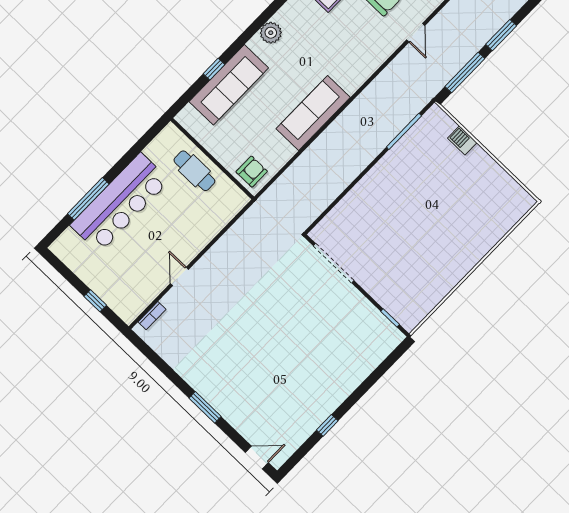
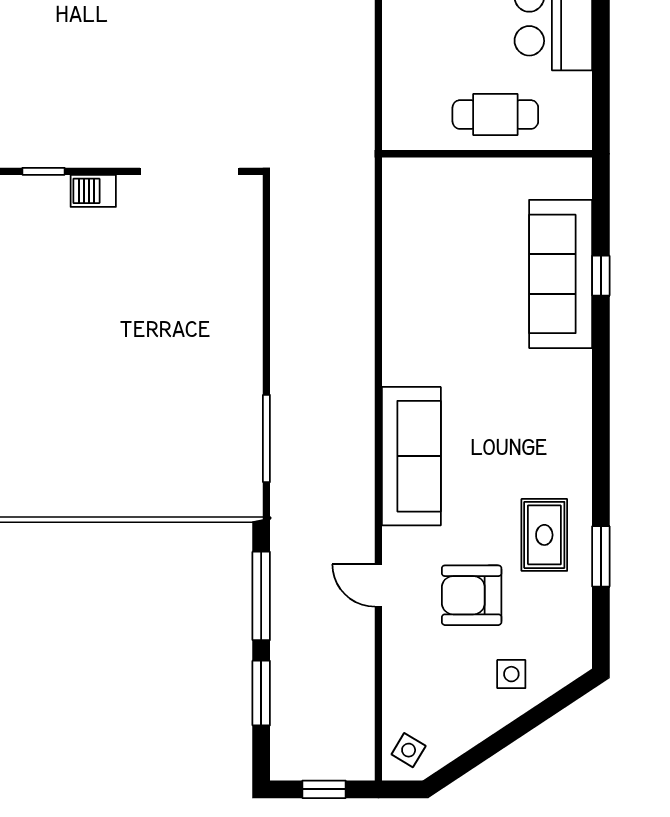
plant: (271, 33) -> (572, 398), removed
sofa: (313, 113) -> (411, 456), moved
barbecue: (462, 140) -> (93, 191), moved, turned 180
armchair: (252, 172) -> (418, 188), removed

